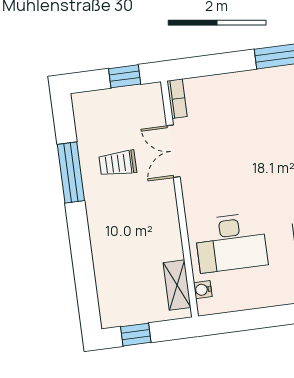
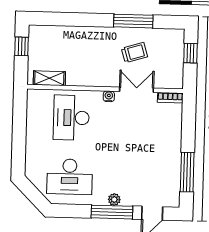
window: (125, 76) -> (190, 53), moved
trolley: (118, 163) -> (134, 52), turned 73
water cooler: (203, 290) -> (109, 96), moved

